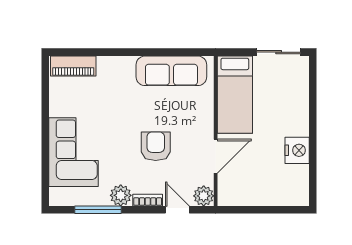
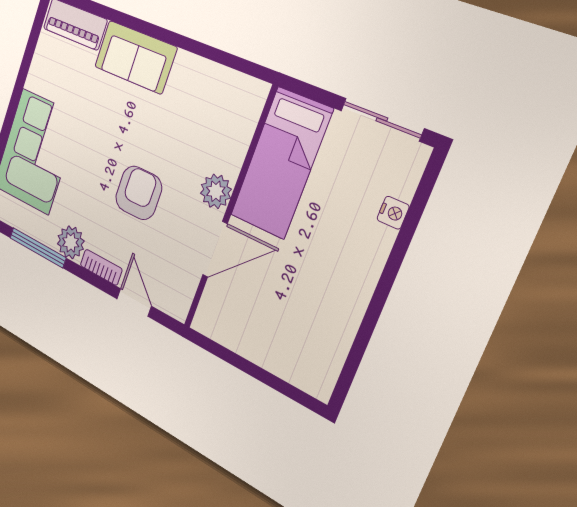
sofa: (171, 71) -> (135, 57), moved, width x0.73
nightstand: (297, 150) -> (393, 213), moved, width x0.53, depth x0.56
plant: (204, 196) -> (216, 191), moved

